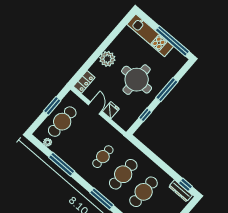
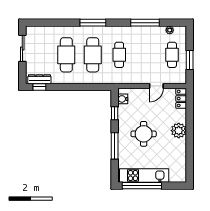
kitchen unit: (150, 35) -> (144, 176), moved
round table: (137, 80) -> (144, 134), width x0.73, depth x0.73
door: (95, 108) -> (156, 86), hinge flipped
fridge: (111, 110) -> (143, 95), removed
water cooler: (129, 120) -> (123, 99), added
cafe table: (62, 122) -> (172, 55), width x0.73, depth x0.74

